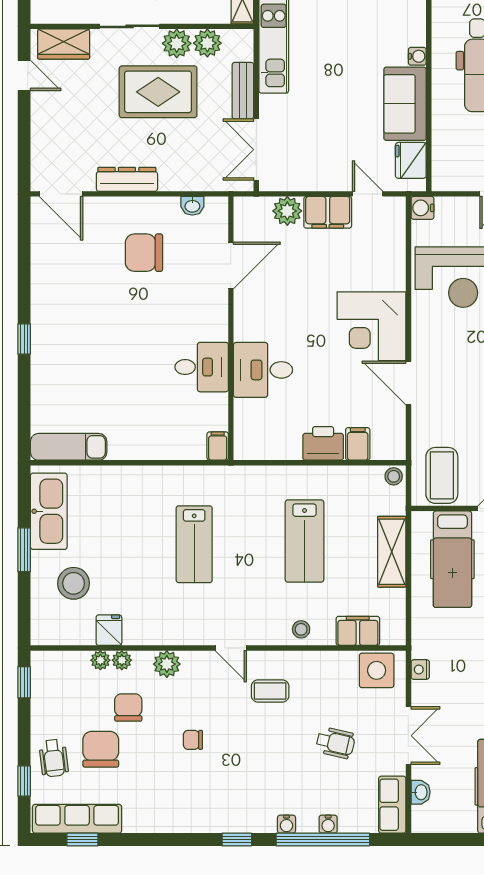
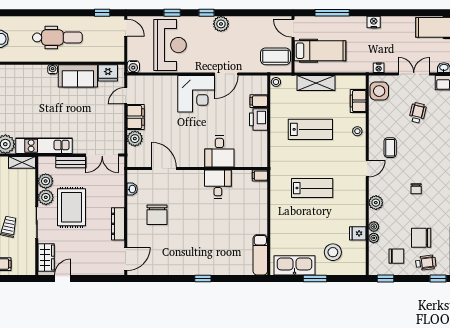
chair: (128, 708) -> (396, 256), moved, turned 180

